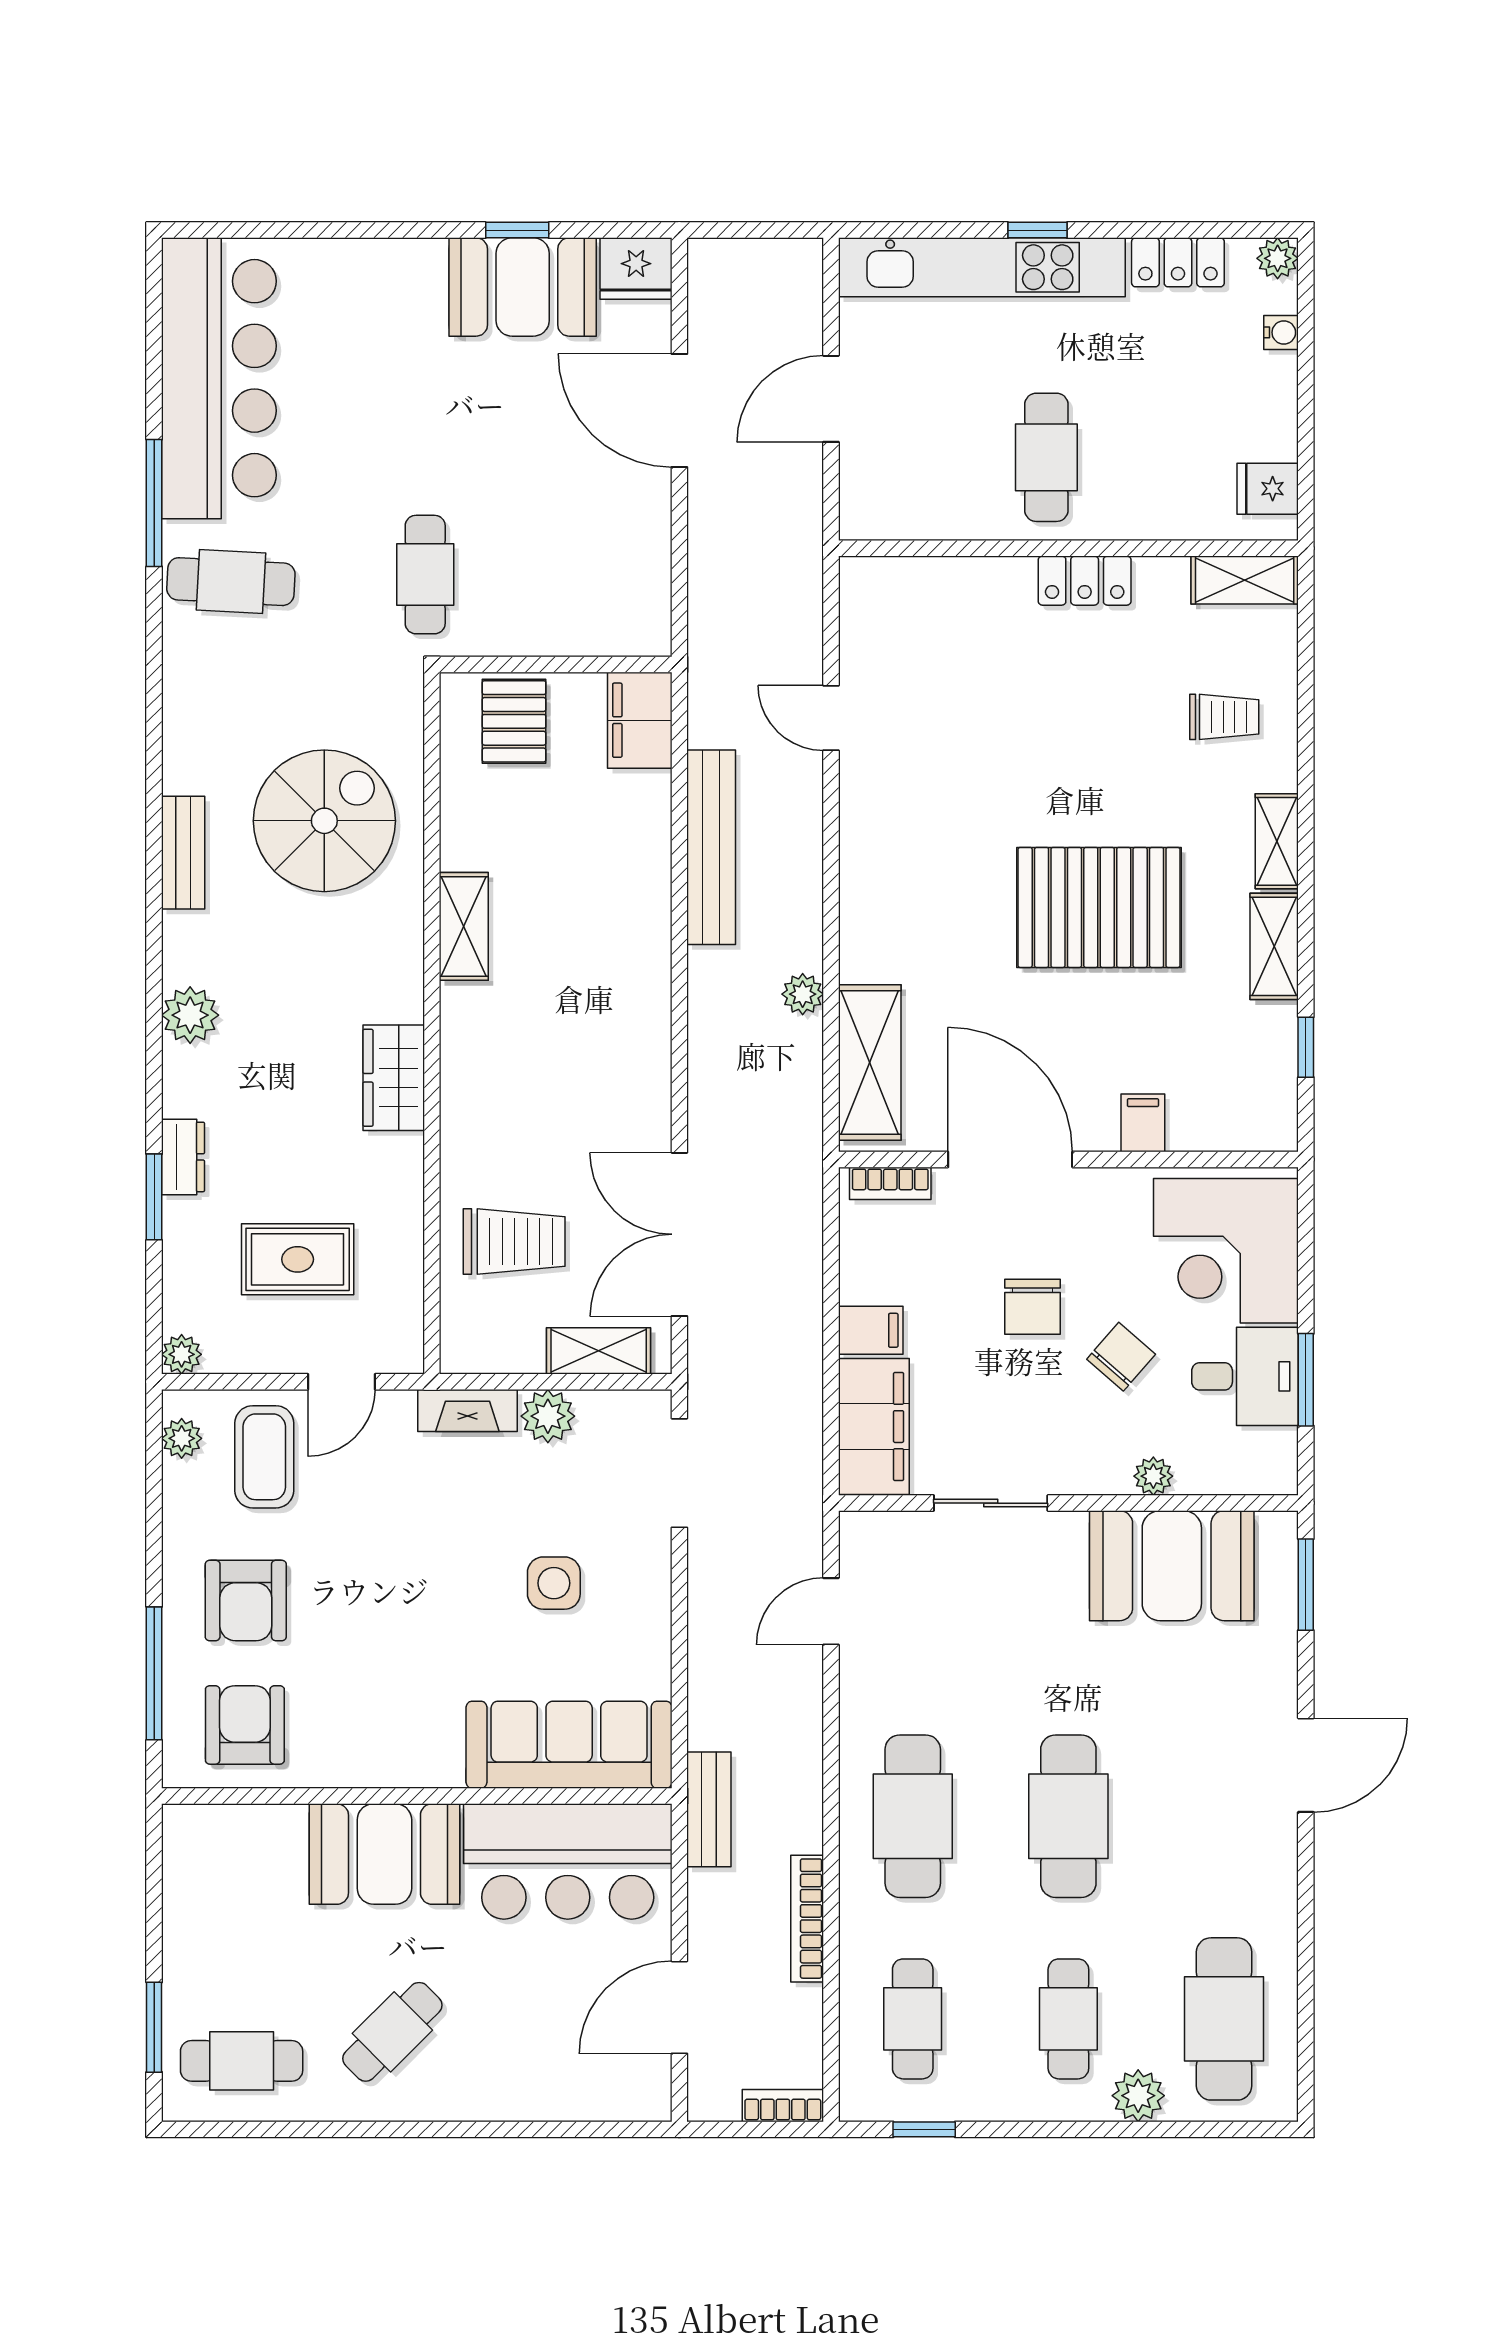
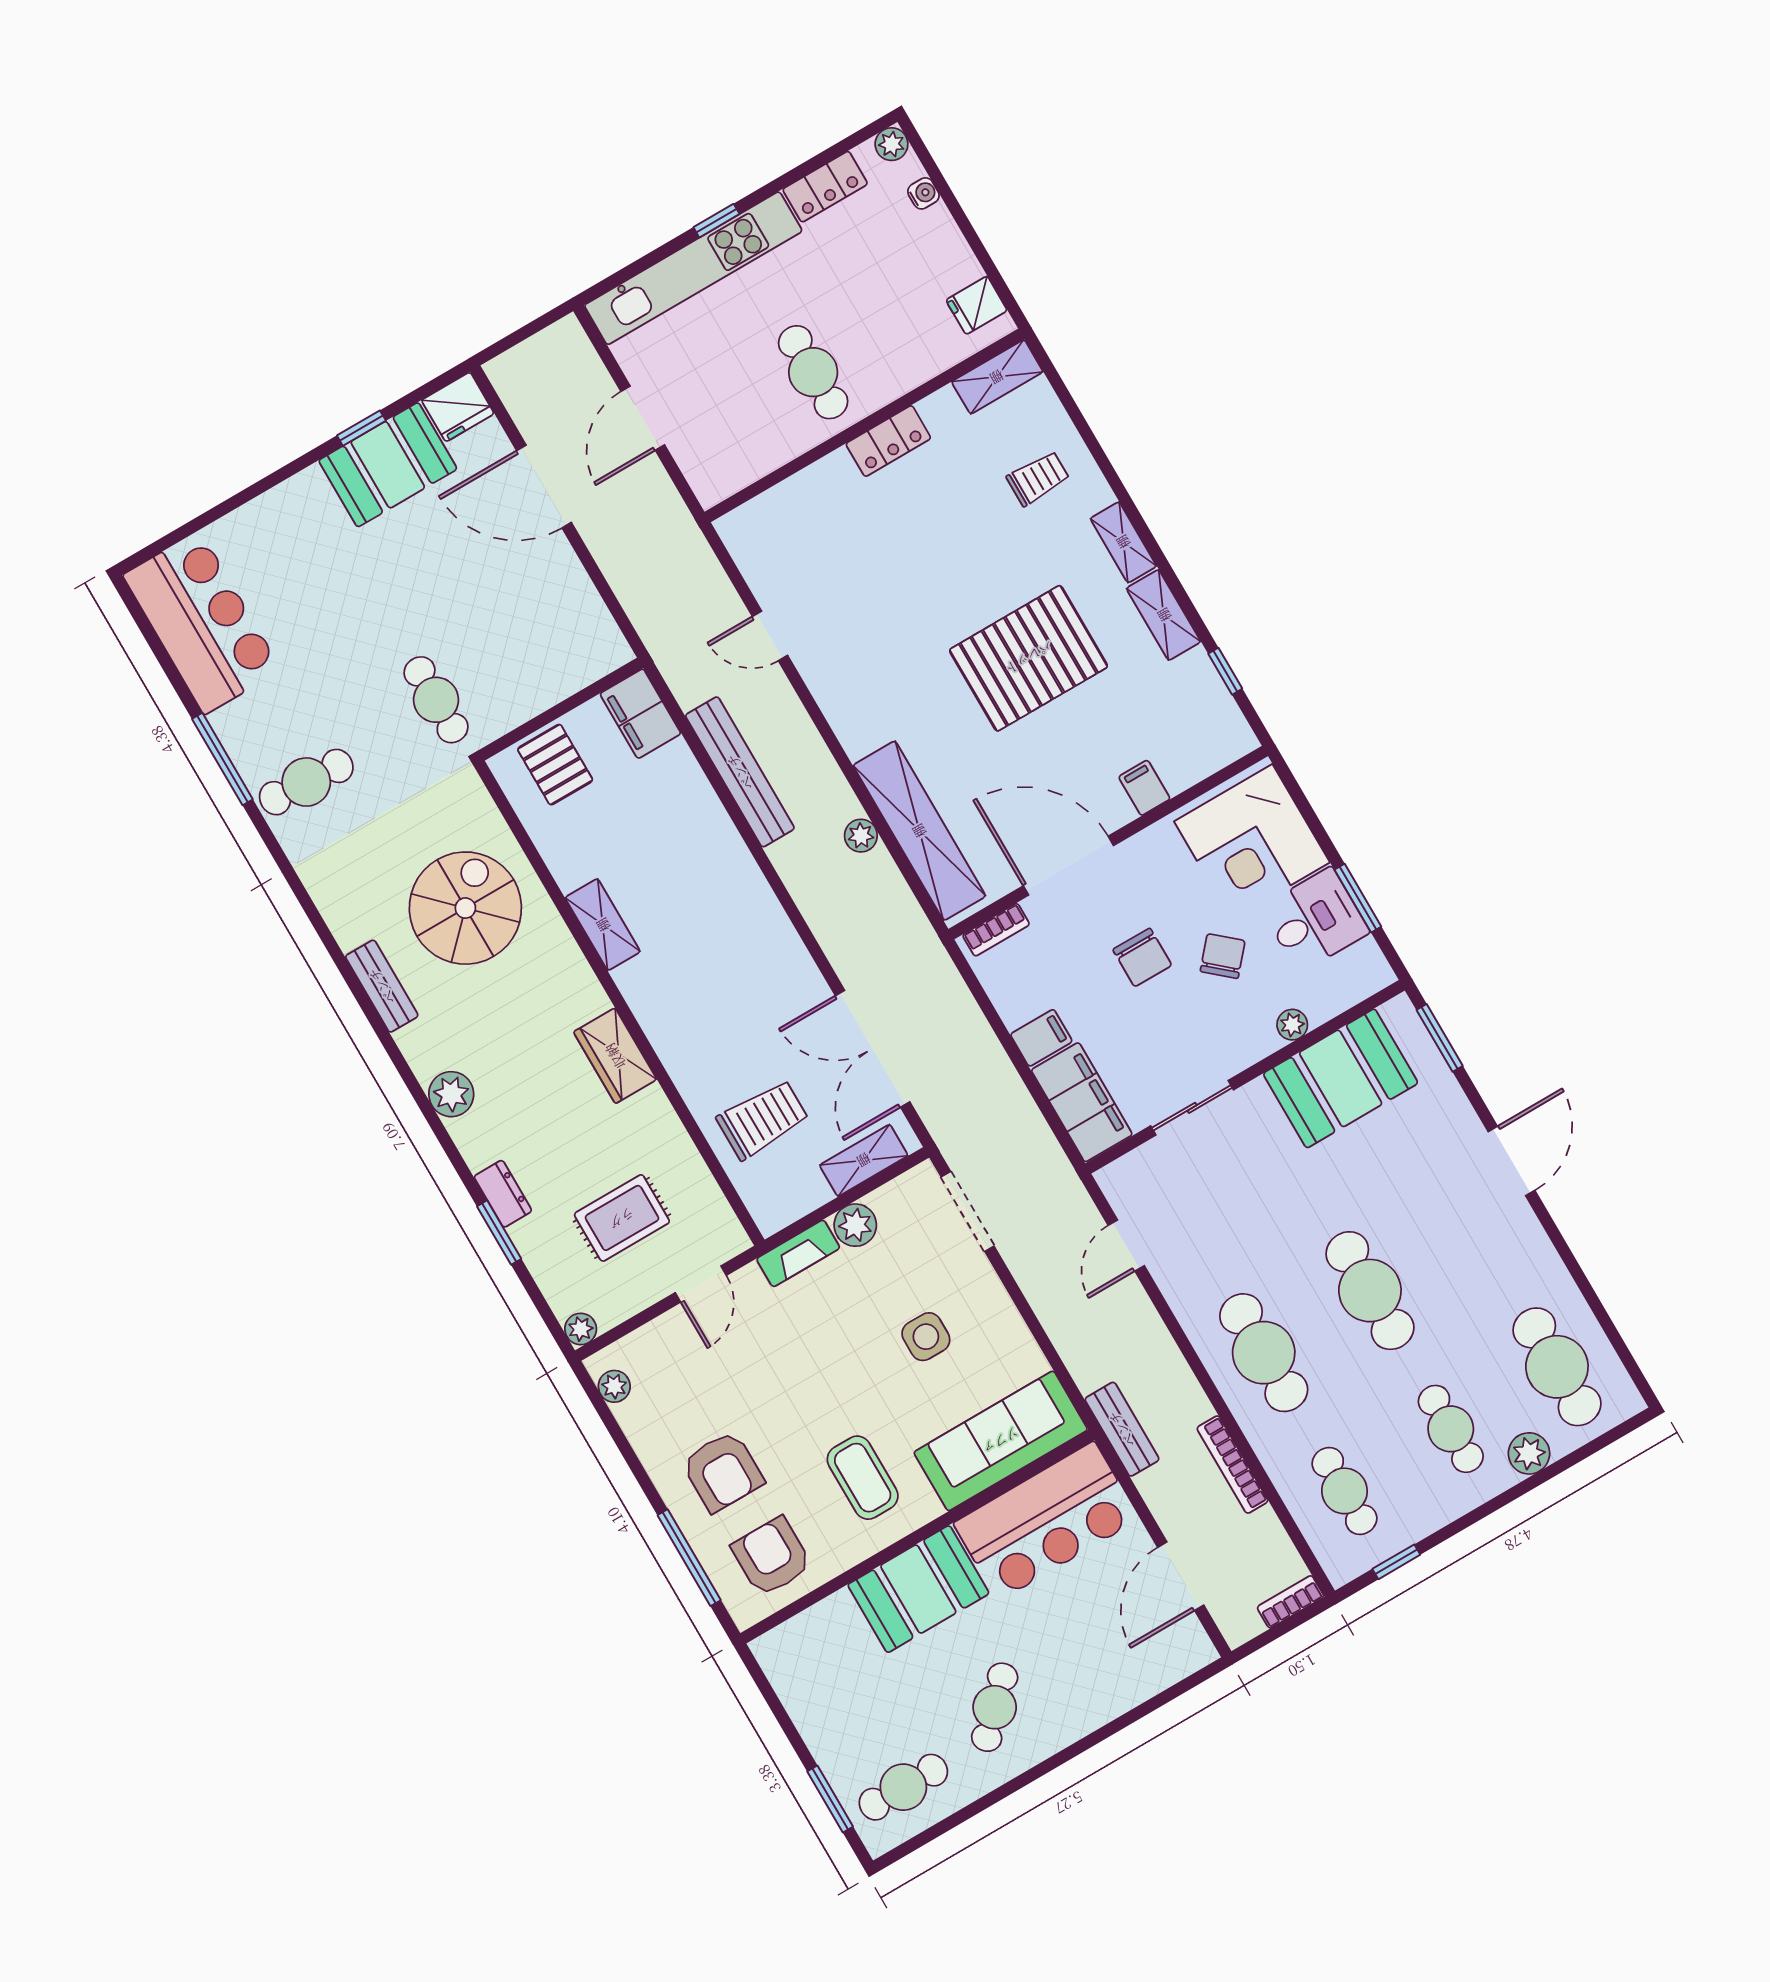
bar counter: (219, 378) -> (202, 623), width x0.73
shelving: (870, 1062) -> (919, 831), width x1.47
coffee table: (264, 1457) -> (863, 1478), moved

